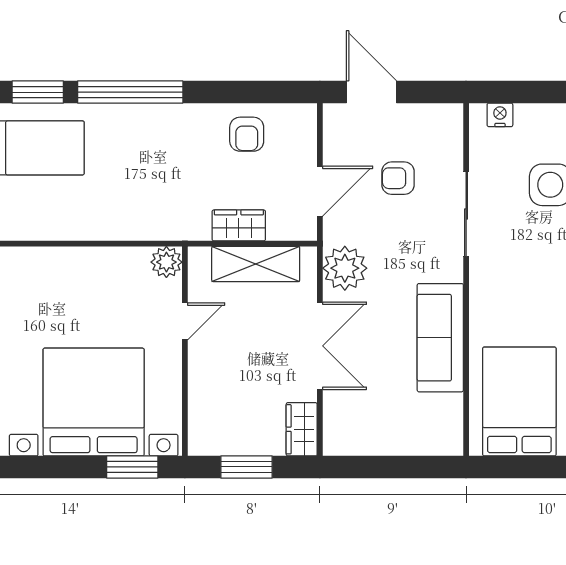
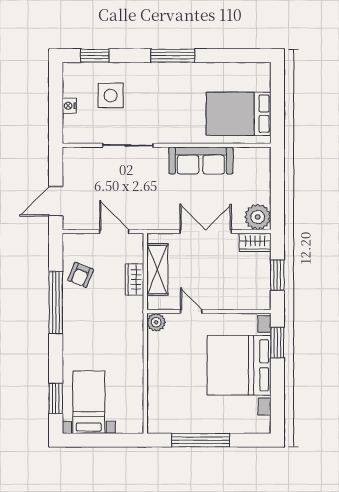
window: (130, 92) -> (56, 303), moved
nightstand: (500, 115) -> (69, 106), moved
armchair: (247, 134) -> (81, 275), turned 112
armchair: (398, 178) -> (107, 185), removed
plant: (345, 268) -> (258, 217), moved

